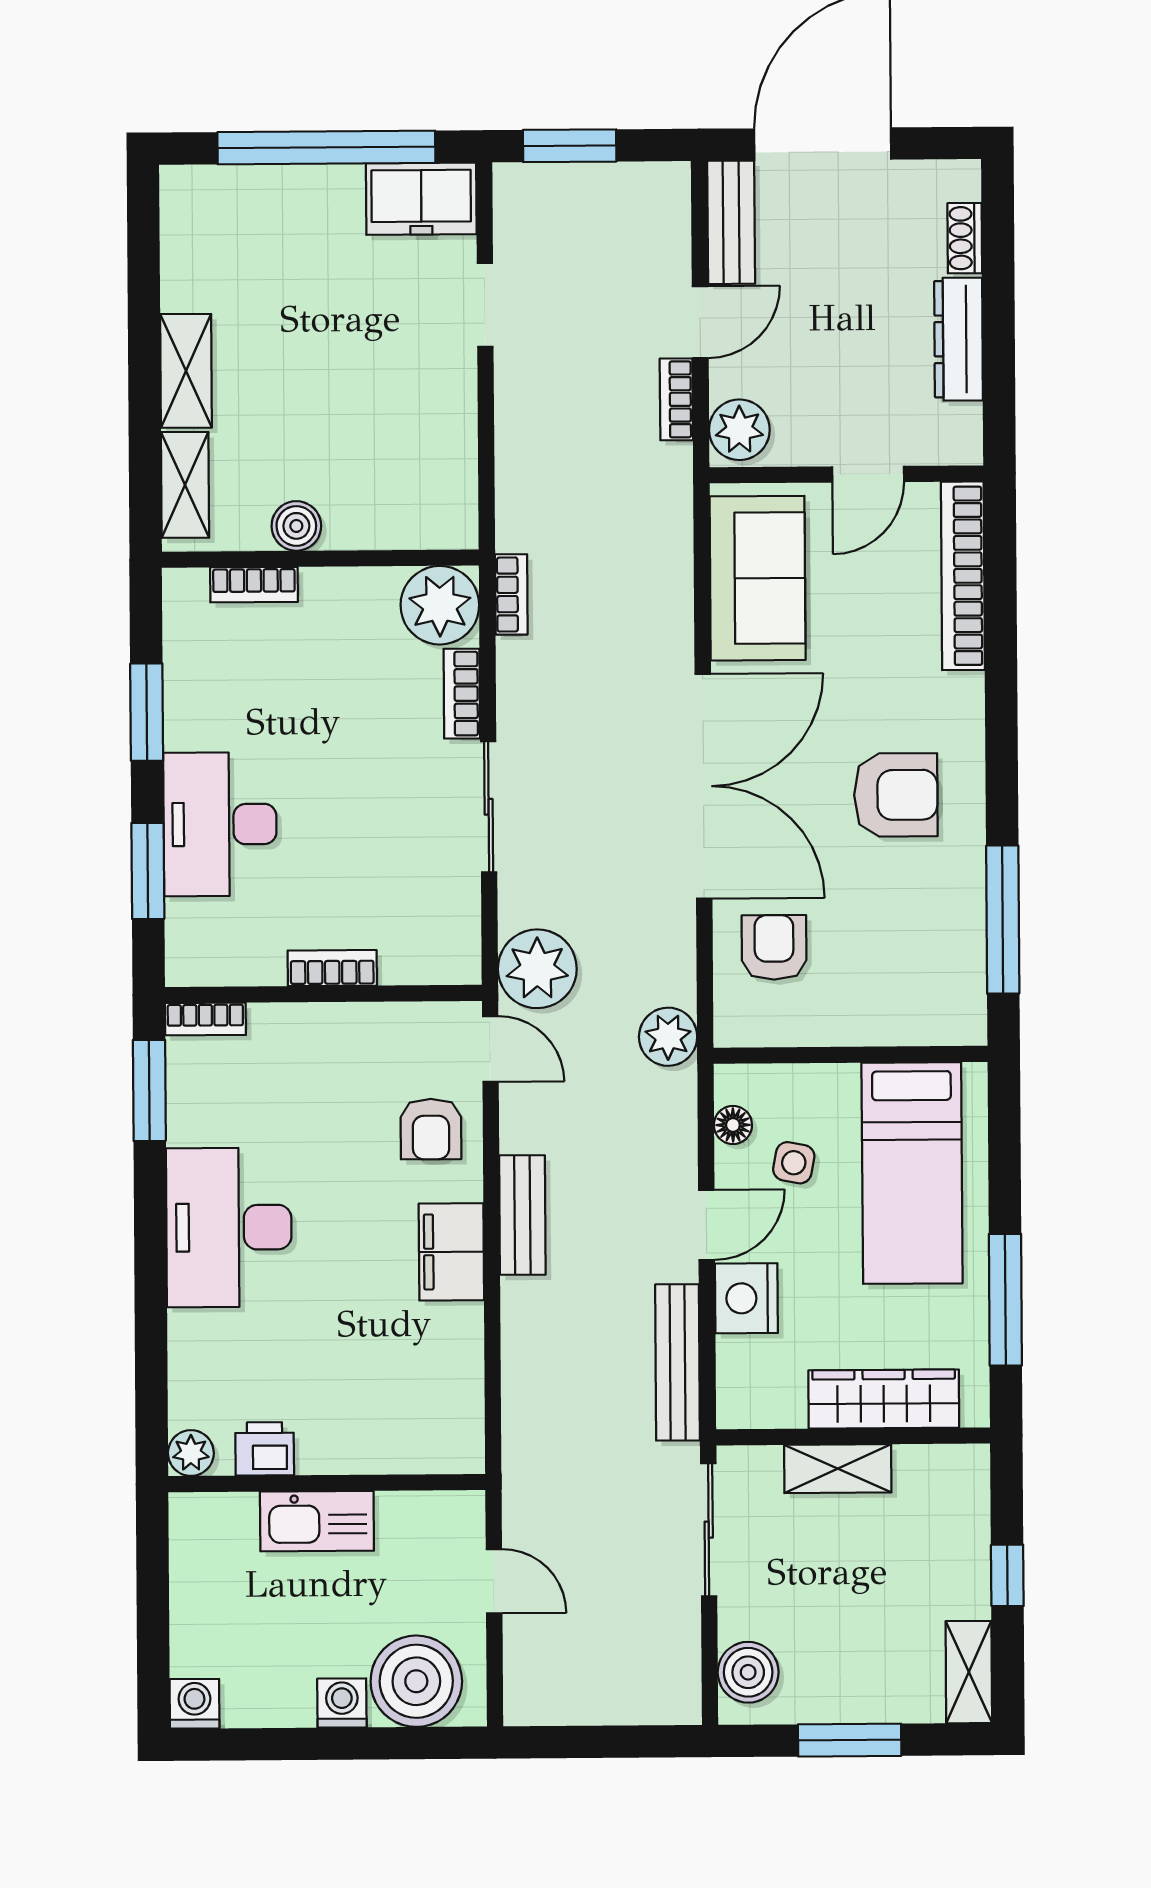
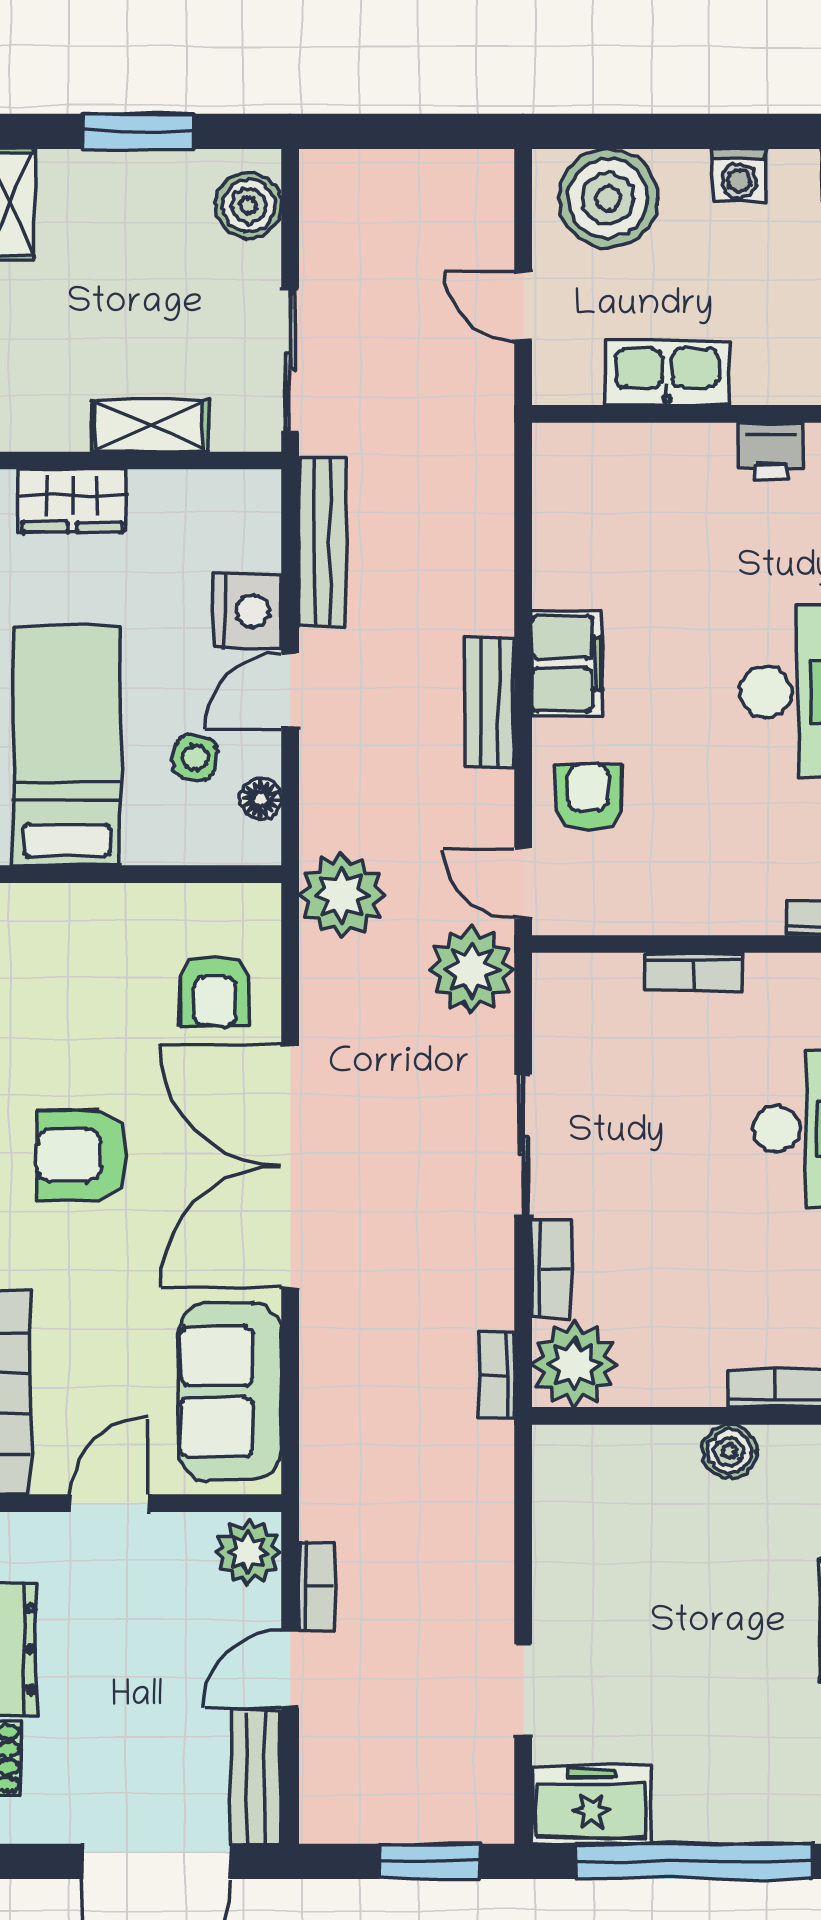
plant: (668, 1037) -> (342, 895), width x1.36, depth x1.36
wardrobe: (884, 1399) -> (72, 501), width x0.67
kitchen sink: (317, 1521) -> (667, 373), moved
washing machine: (342, 1703) -> (739, 175), moved

